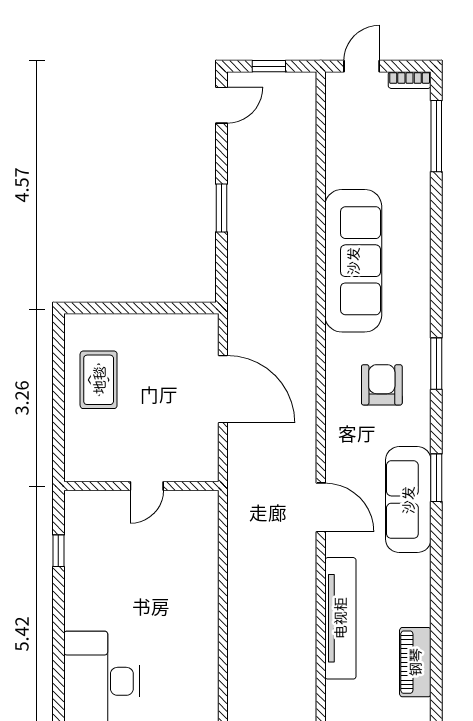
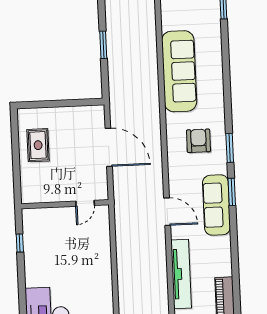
window: (436, 364) -> (230, 148), moved
door: (147, 486) -> (85, 203), moved

